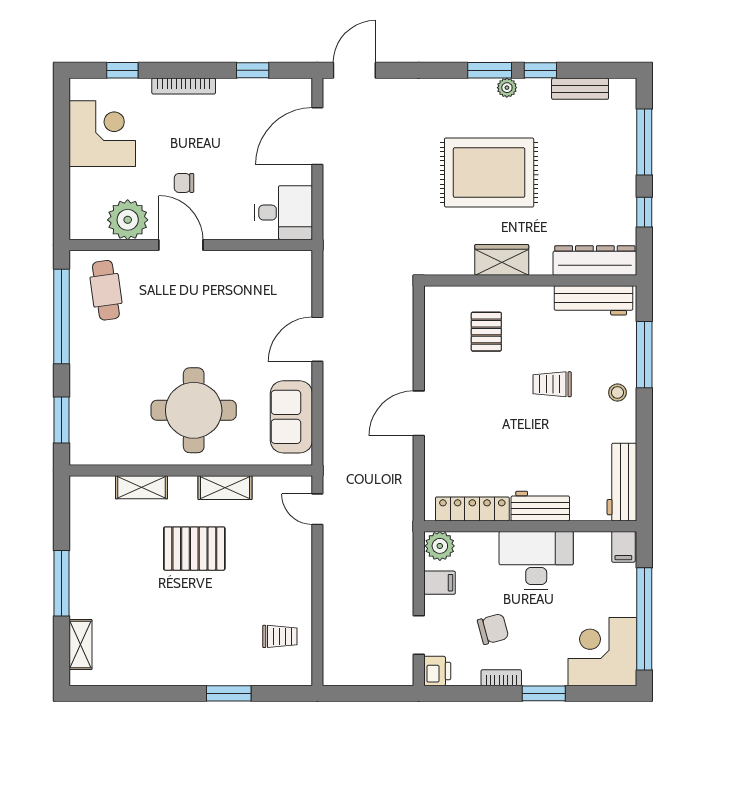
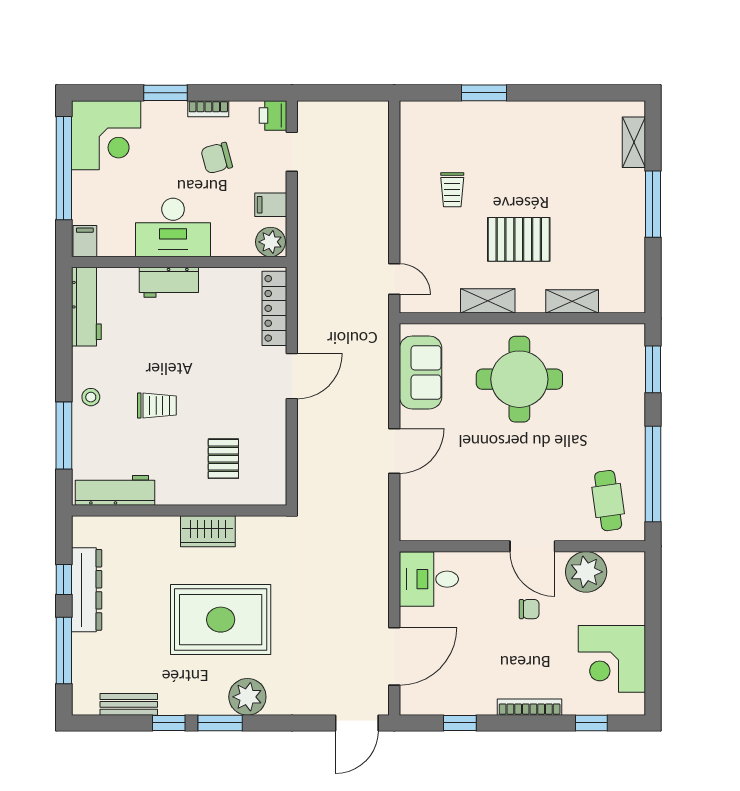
plant: (507, 88) -> (247, 697), moved, width x1.88, depth x1.88
dresser: (595, 261) -> (87, 590), moved, turned -90
locker: (472, 509) -> (274, 308), moved, turned 90
trolley: (280, 636) -> (452, 190), moved, turned -90

